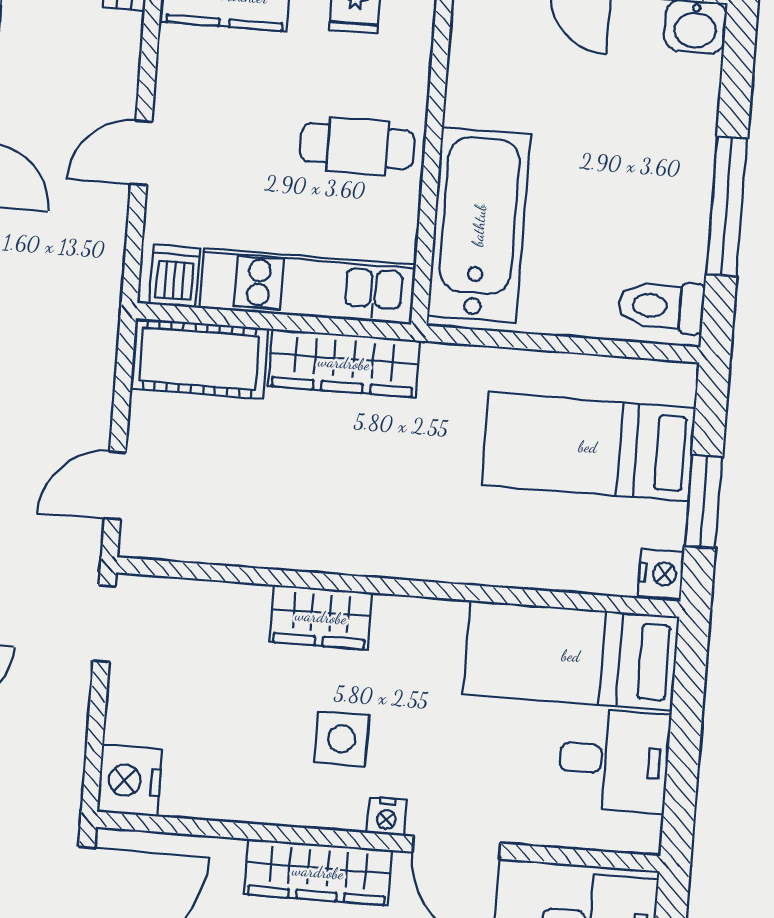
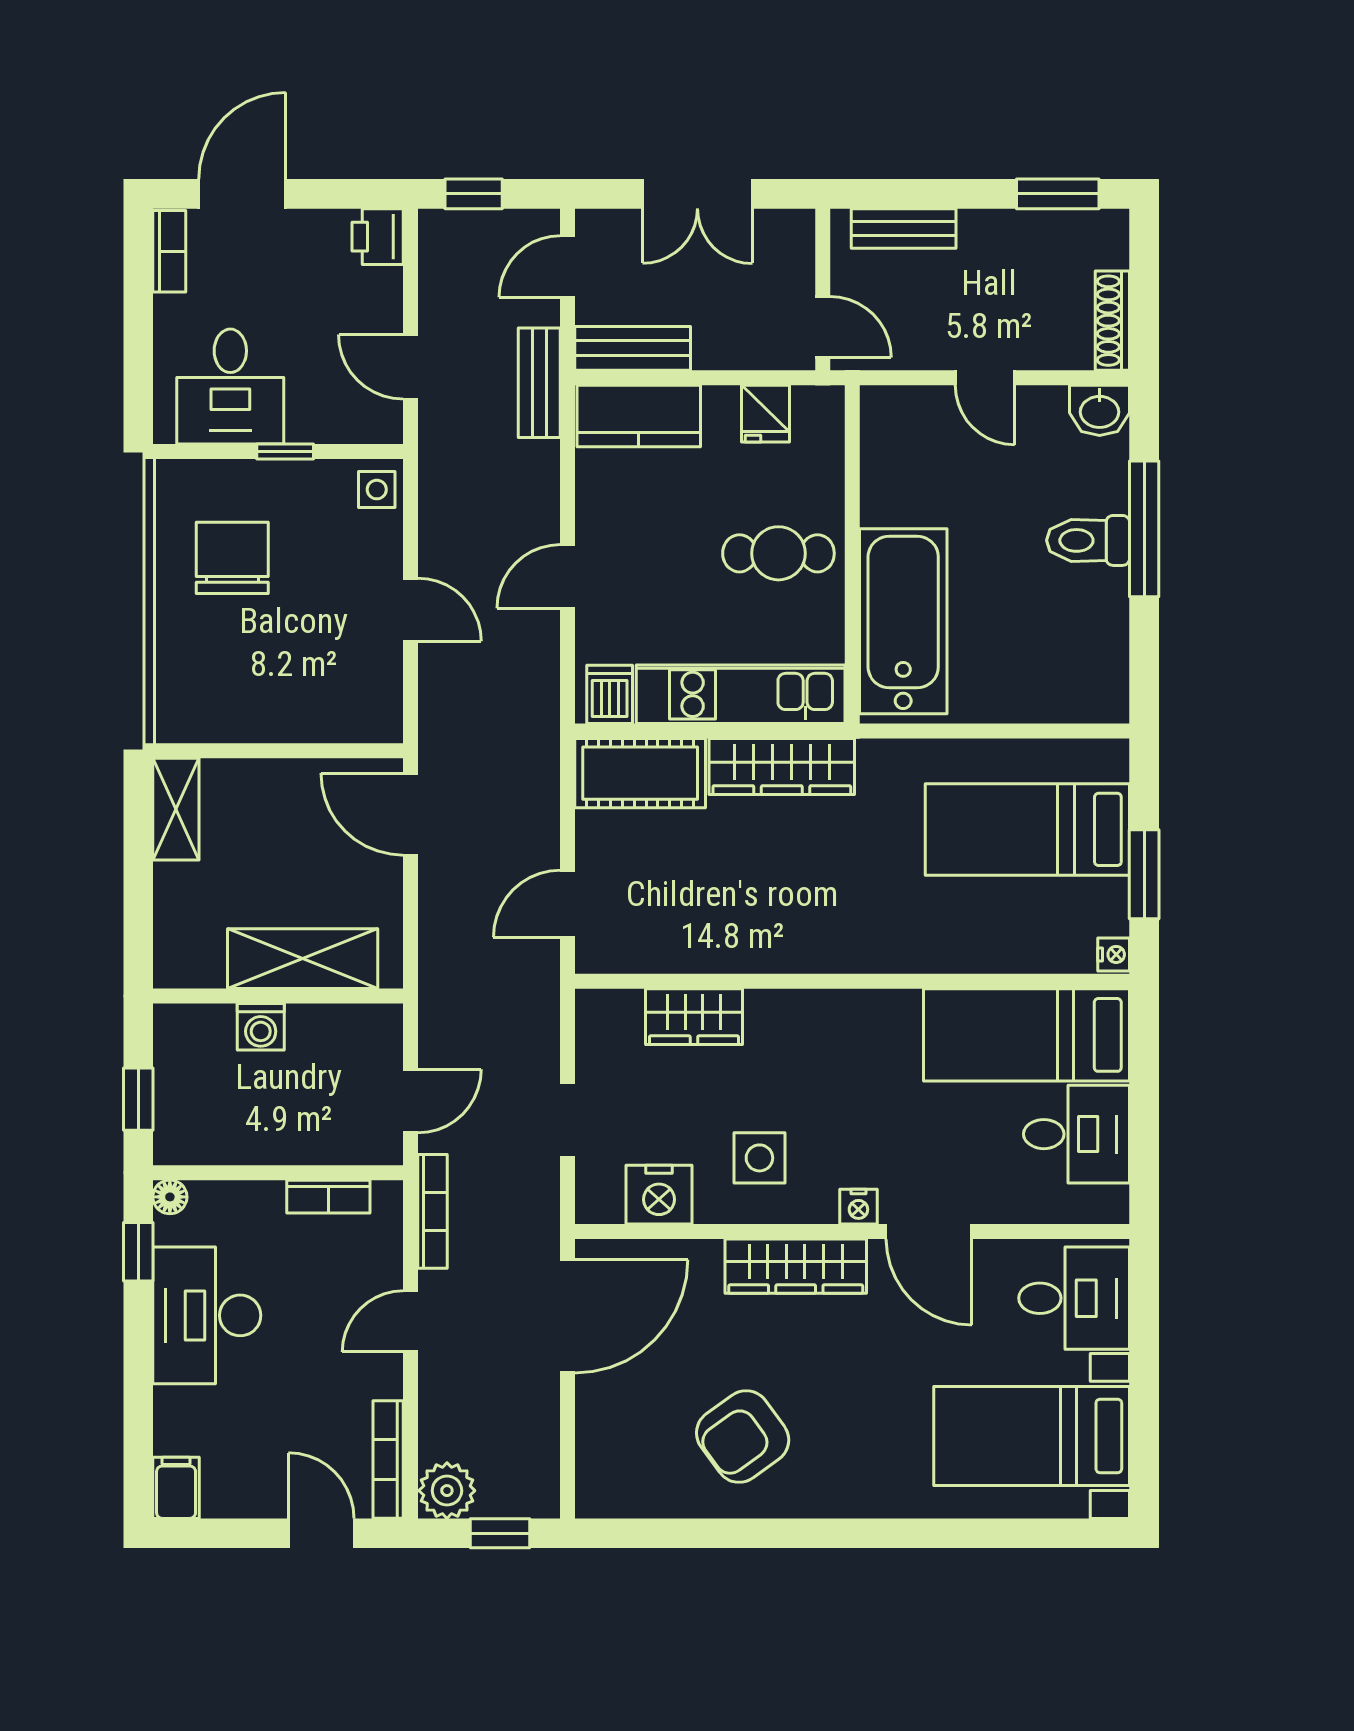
window: (727, 207) -> (1144, 529), moved
toilet: (662, 306) -> (1088, 540), moved
nightstand: (661, 574) -> (1114, 954), width x0.72, depth x0.74
wardrobe: (321, 617) -> (694, 1017), moved
doorway: (104, 624) -> (568, 1120), moved
side table: (341, 739) -> (759, 1158), moved
nightstand: (130, 781) -> (659, 1195), moved, turned -90

